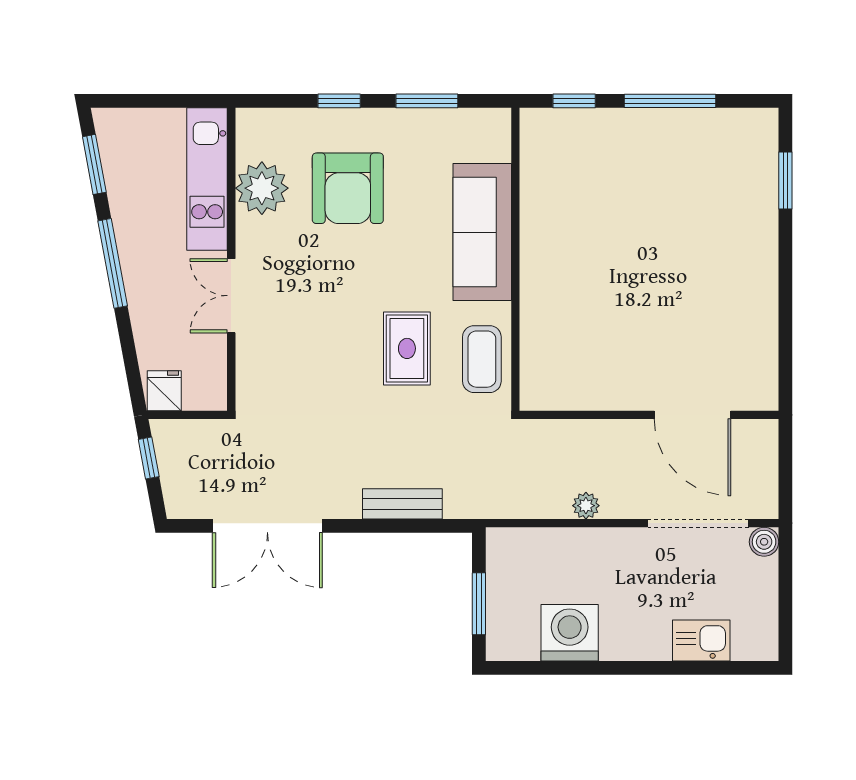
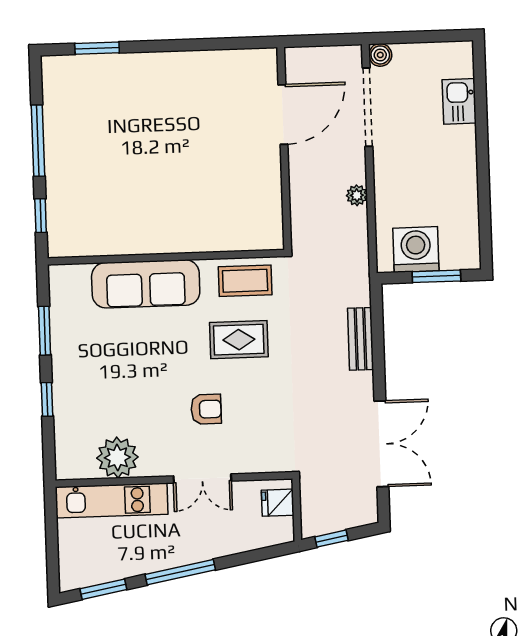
armchair: (348, 188) -> (206, 409), moved, width x0.53, depth x0.53
fridge: (164, 391) -> (278, 503), moved
washing machine: (570, 633) -> (416, 249), moved, turned 90

